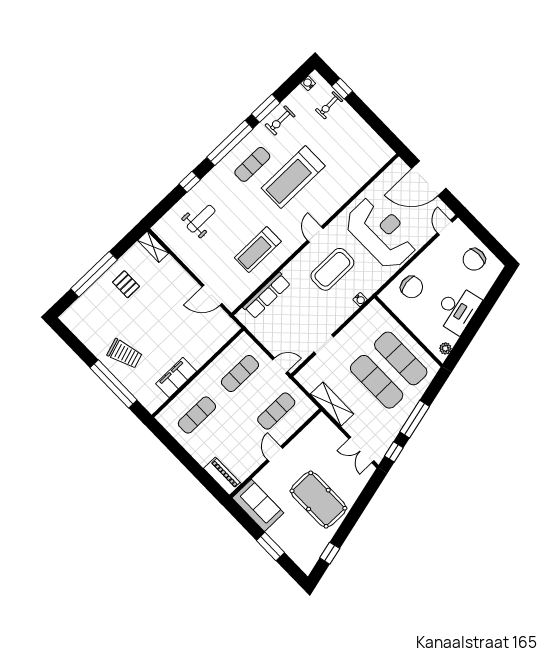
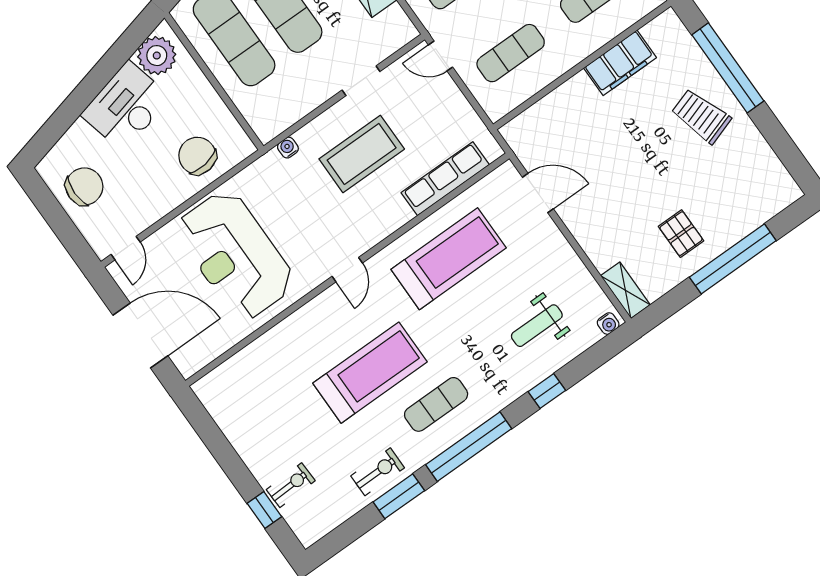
water cooler: (308, 83) -> (608, 324), moved
treadmill: (258, 250) -> (449, 259), width x1.37, depth x1.38
coffee table: (332, 269) -> (362, 154), moved
plant: (445, 348) -> (157, 56), width x1.87, depth x1.87

